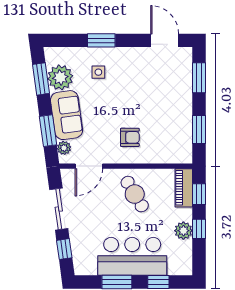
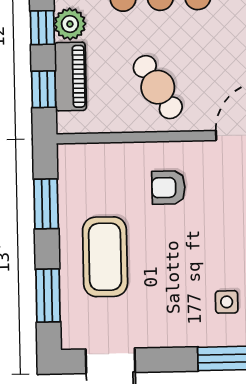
coffee table: (166, 99) -> (105, 257), added
piano: (184, 188) -> (70, 76), moved

